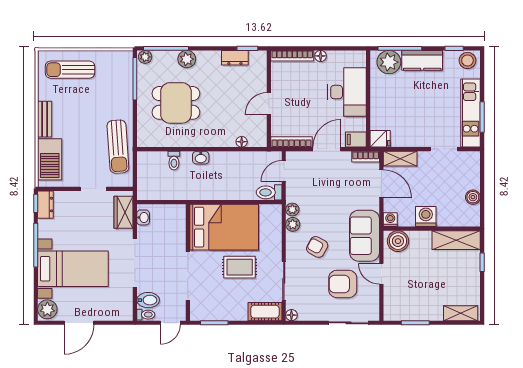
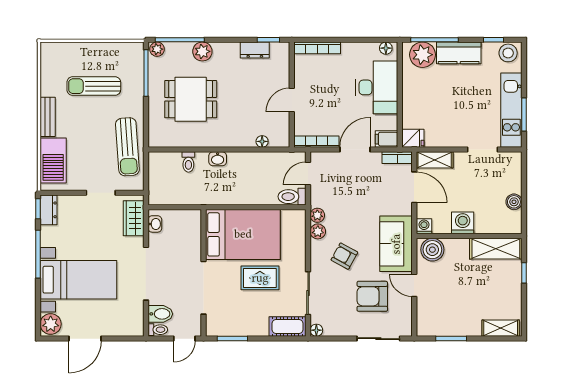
floor lamp: (321, 56) -> (386, 48), moved
sun lounger: (70, 70) -> (94, 86), moved

